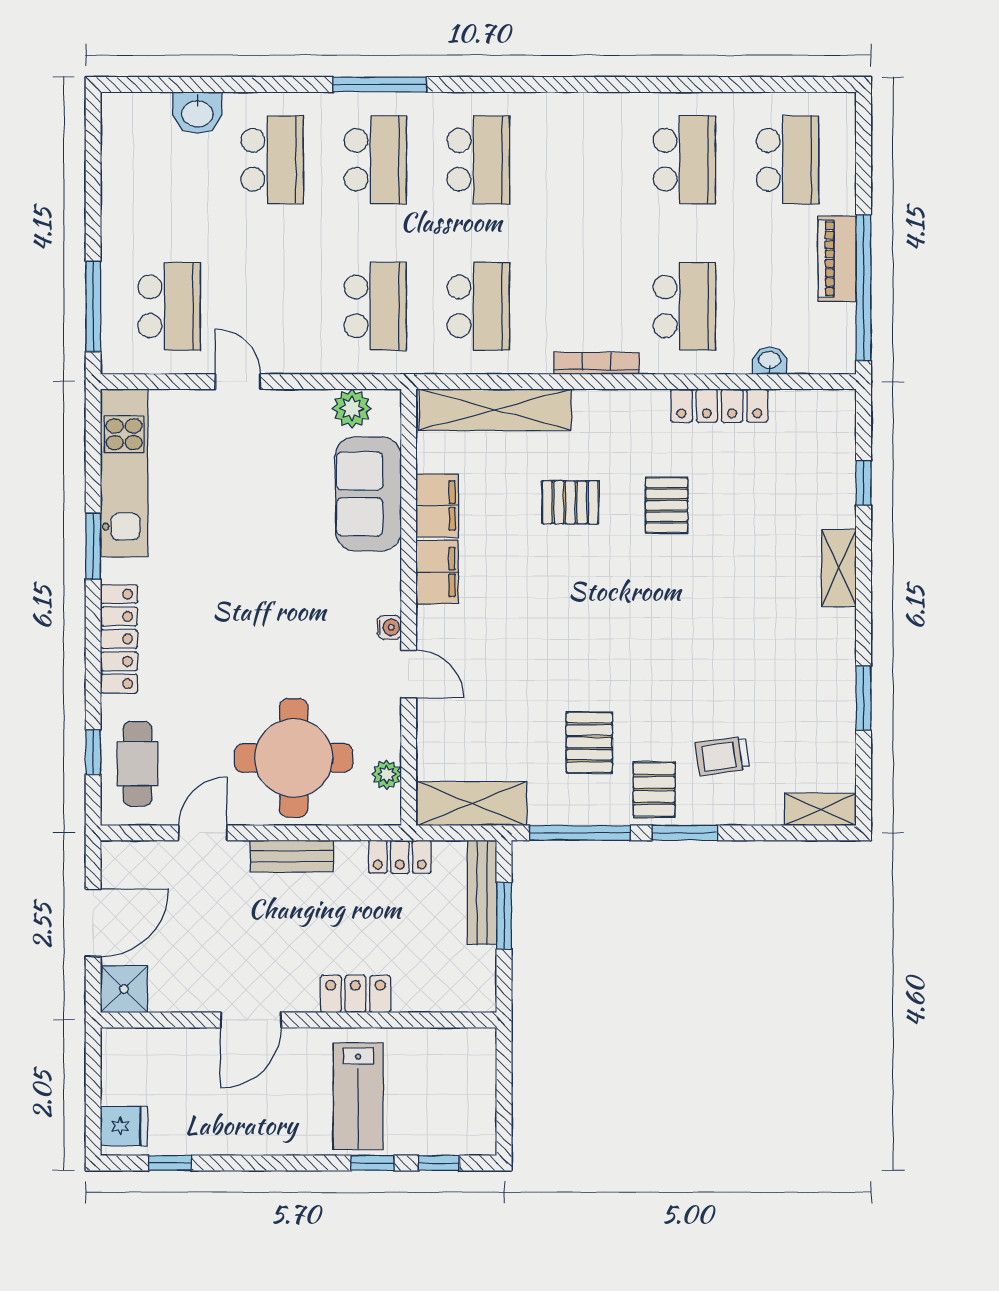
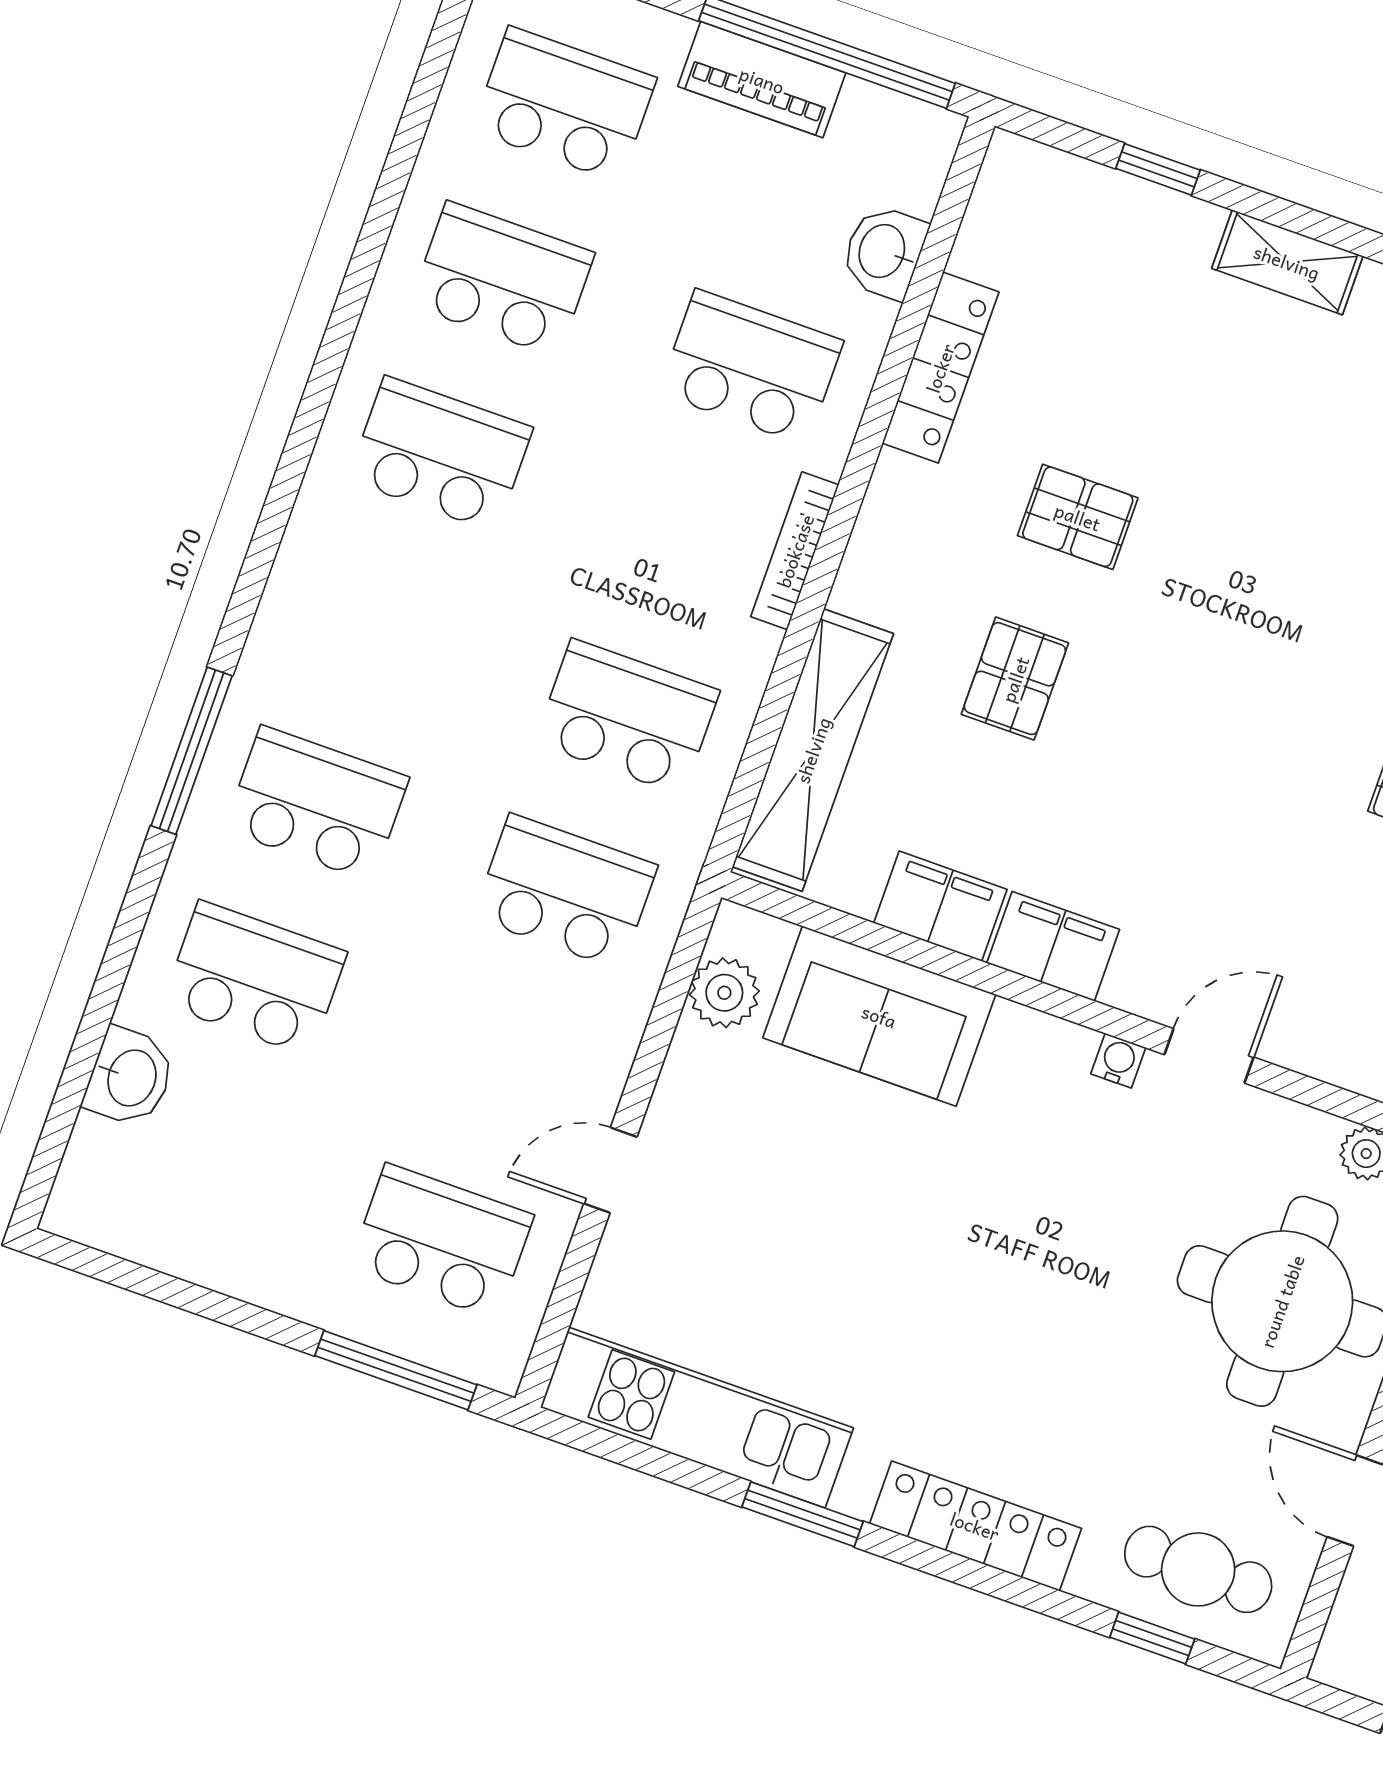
school desk: (478, 160) -> (440, 454), moved
washbasin: (770, 361) -> (884, 252), width x1.38, depth x1.45

